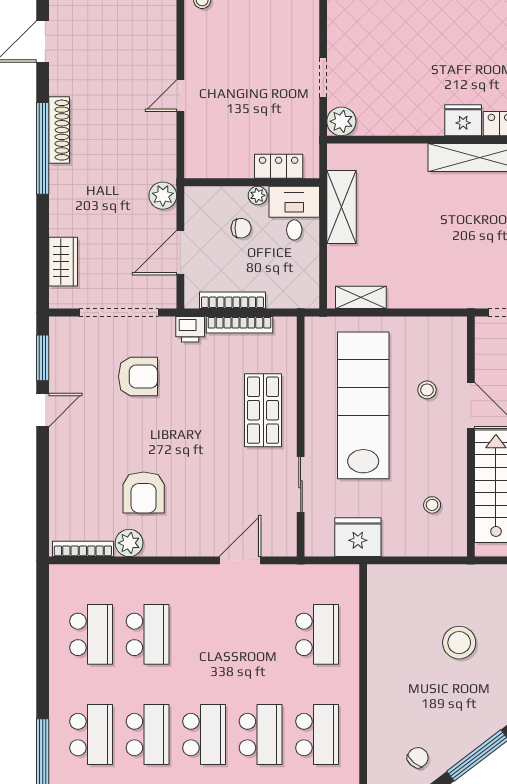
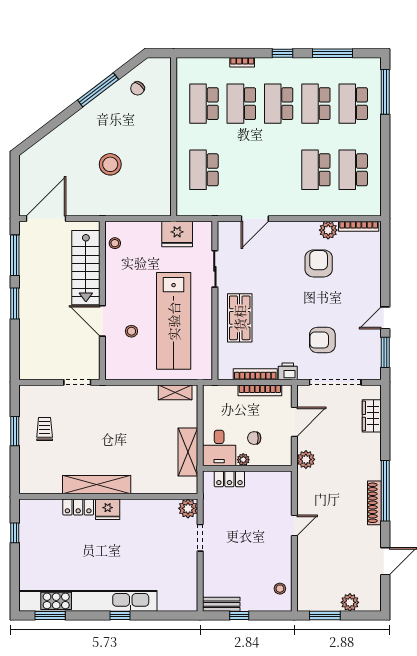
stool: (432, 505) -> (115, 243), moved

